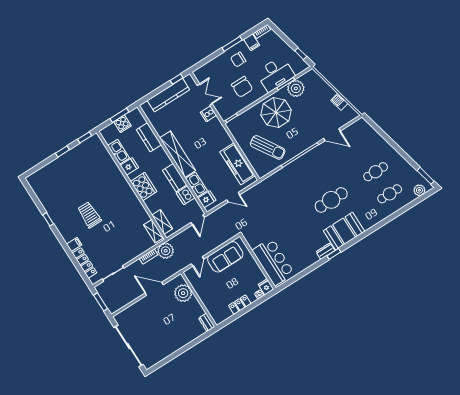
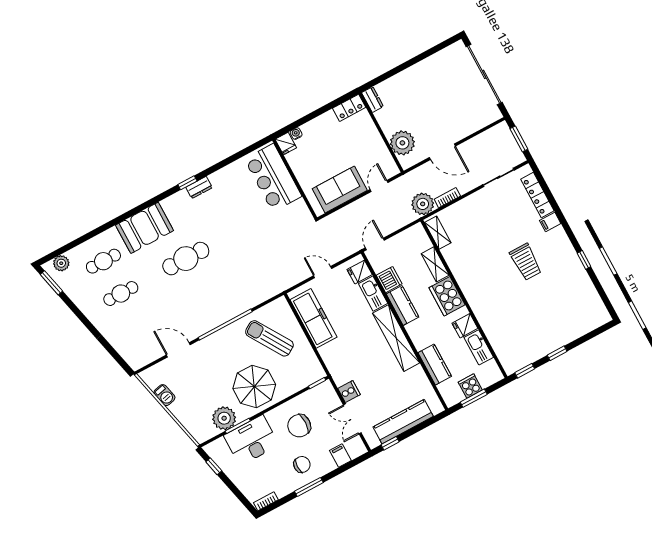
filing cabinet: (252, 42) -> (340, 455), moved
chair: (242, 87) -> (299, 426), turned -89
shelving: (162, 222) -> (435, 264), moved
booth: (344, 231) -> (145, 228), moved
locker: (240, 305) -> (349, 108), moved

